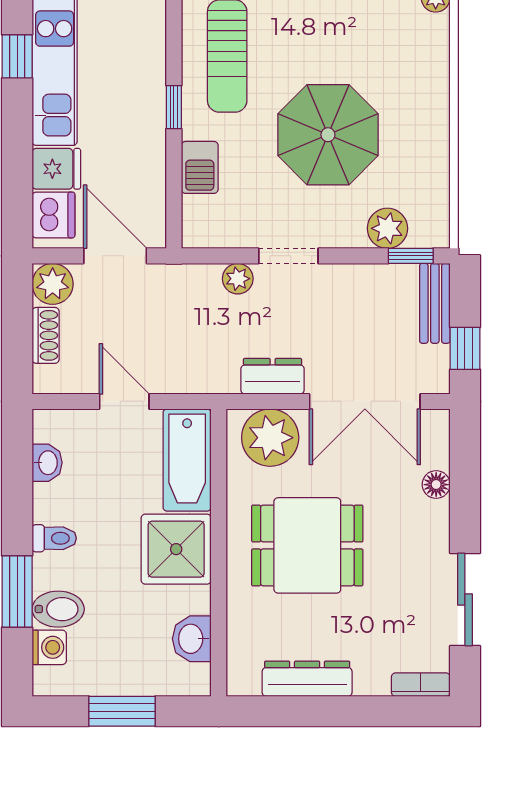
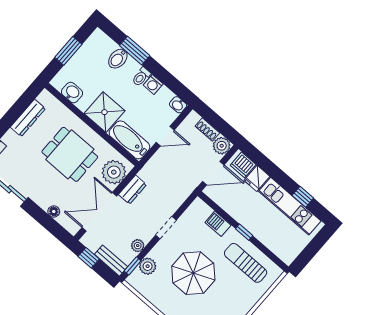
plant: (238, 279) -> (138, 246), moved
washbasin: (47, 463) -> (178, 105), moved
dining table: (307, 545) -> (70, 154), turned 90
washing machine: (49, 647) -> (153, 84), moved

